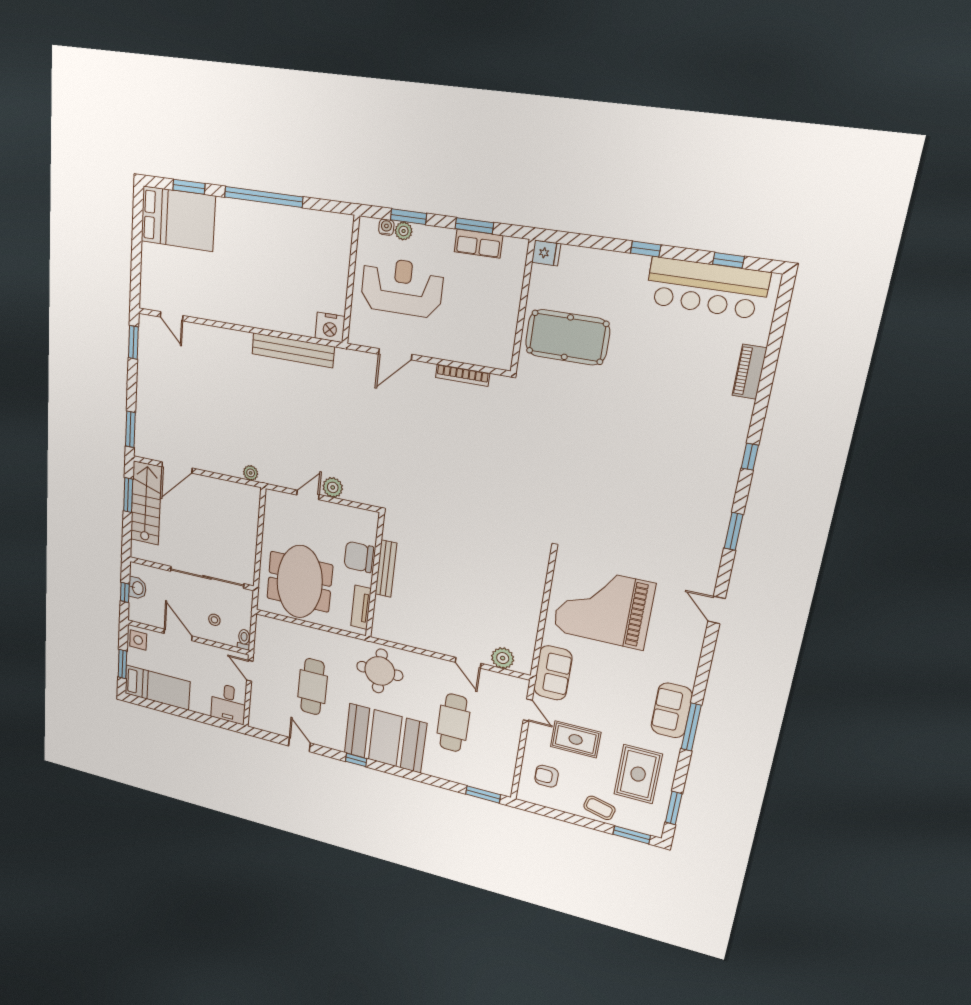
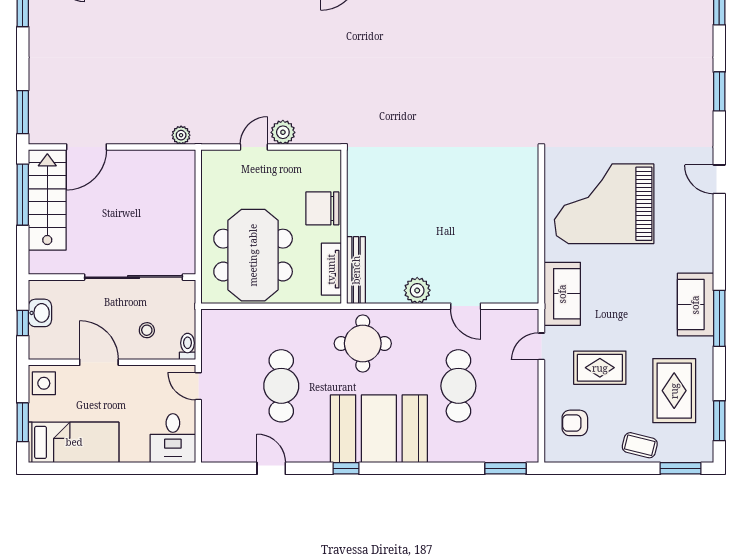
window: (128, 495) -> (23, 195), width x1.44
bench: (386, 569) -> (356, 270), moved
plant: (503, 658) -> (417, 290), moved
door: (528, 710) -> (541, 346), swing flipped

